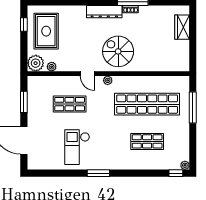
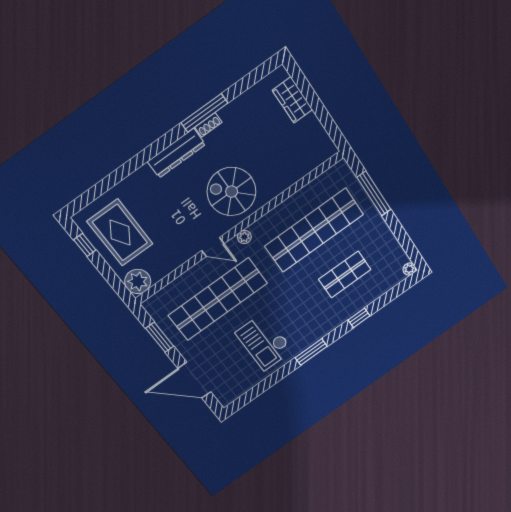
plant: (52, 67) -> (161, 271), removed
shop shelf: (70, 104) -> (218, 299), width x2.00, depth x1.36
window: (176, 173) -> (359, 318), moved

